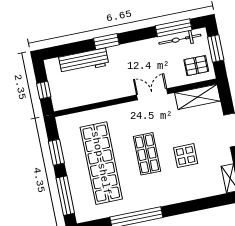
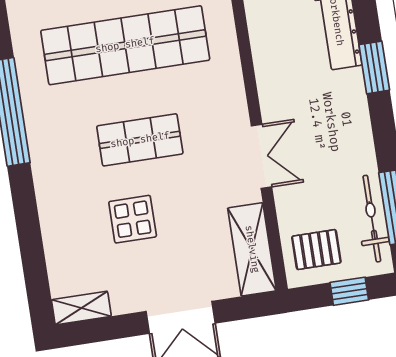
window: (216, 49) -> (349, 291), width x0.67
pallet: (196, 66) -> (316, 250), turned 90

